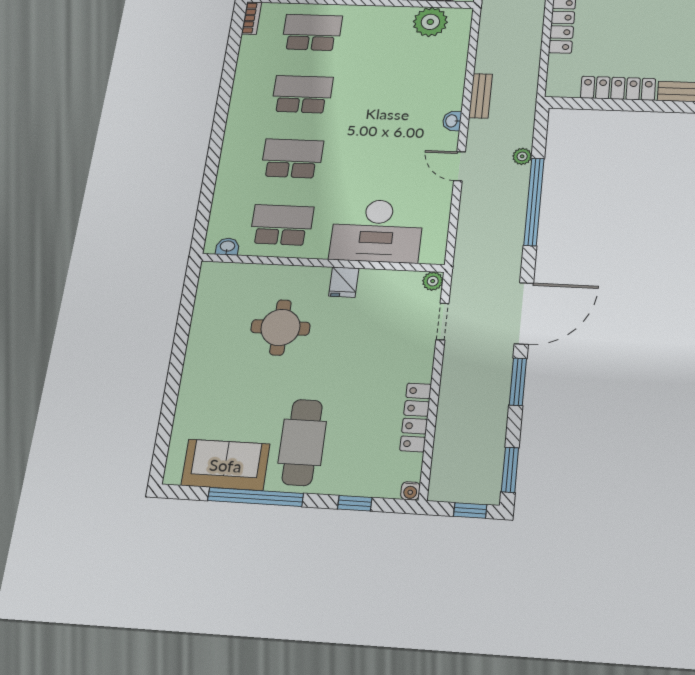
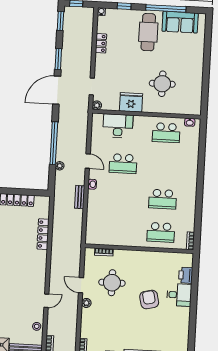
plant: (430, 22) -> (105, 237), removed
school desk: (292, 158) -> (123, 164), moved
desk: (377, 231) -> (118, 126), width x0.73, depth x0.77
fridge: (344, 282) -> (131, 102), width x1.88, depth x1.34
locker: (416, 417) -> (101, 43), width x0.66

